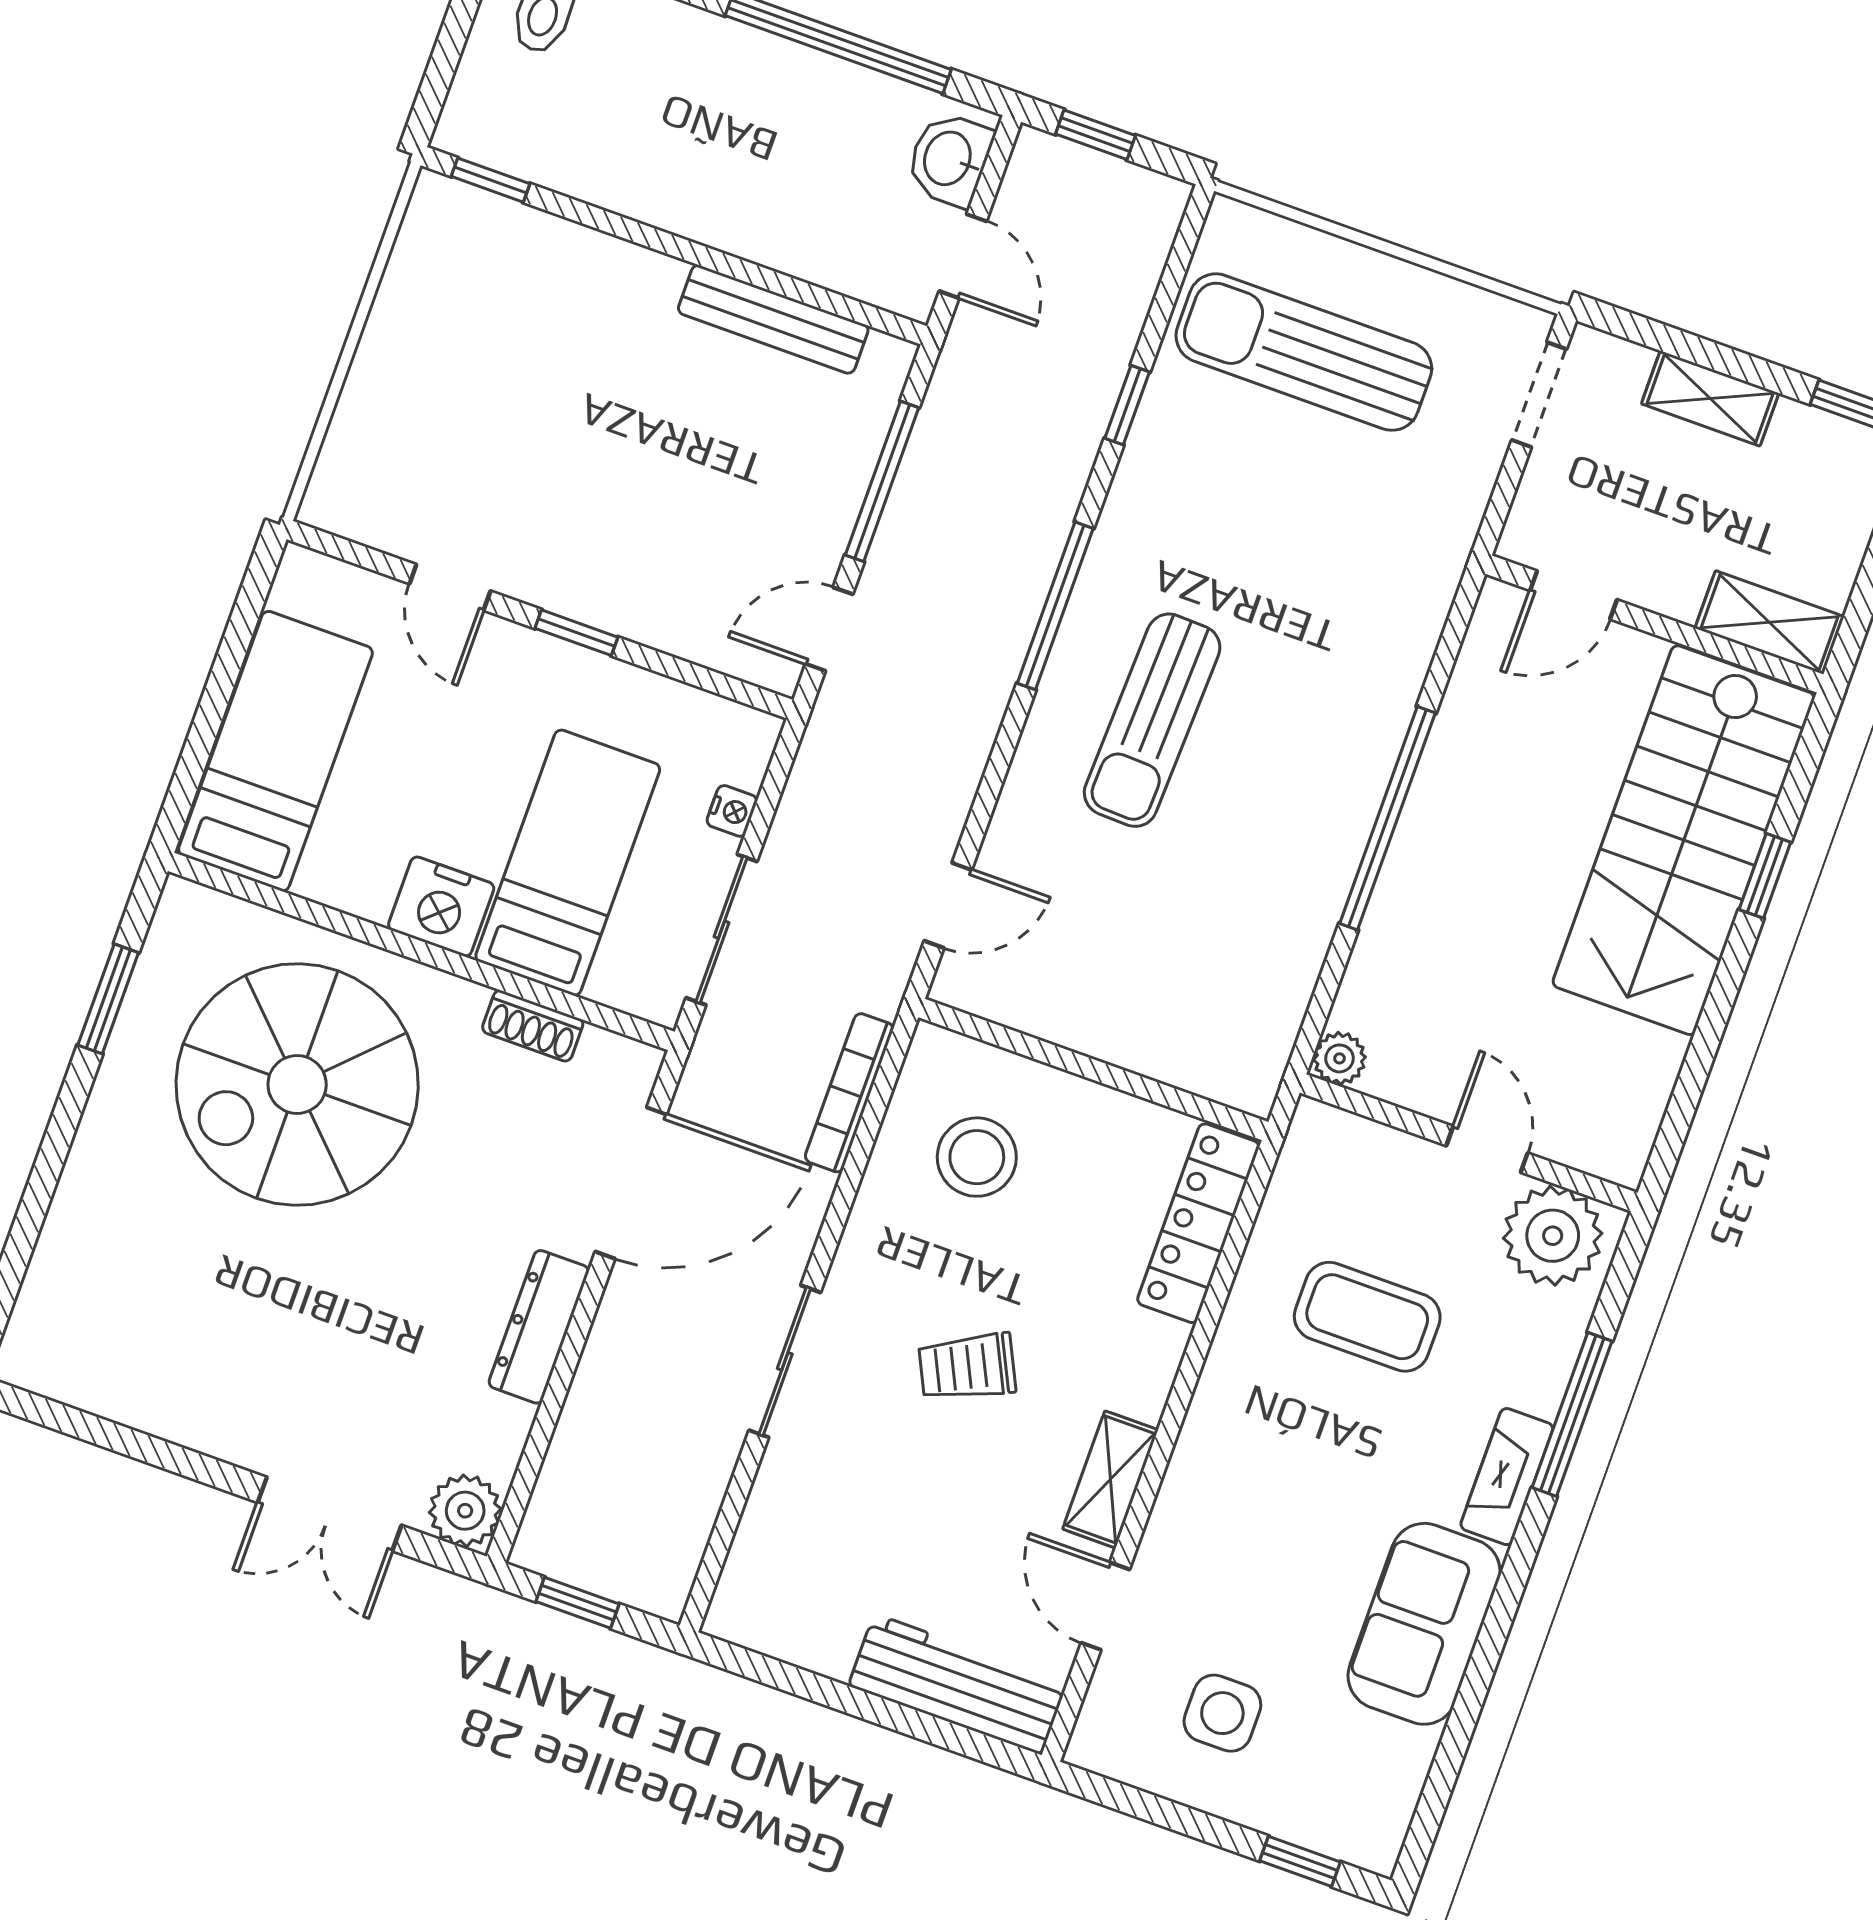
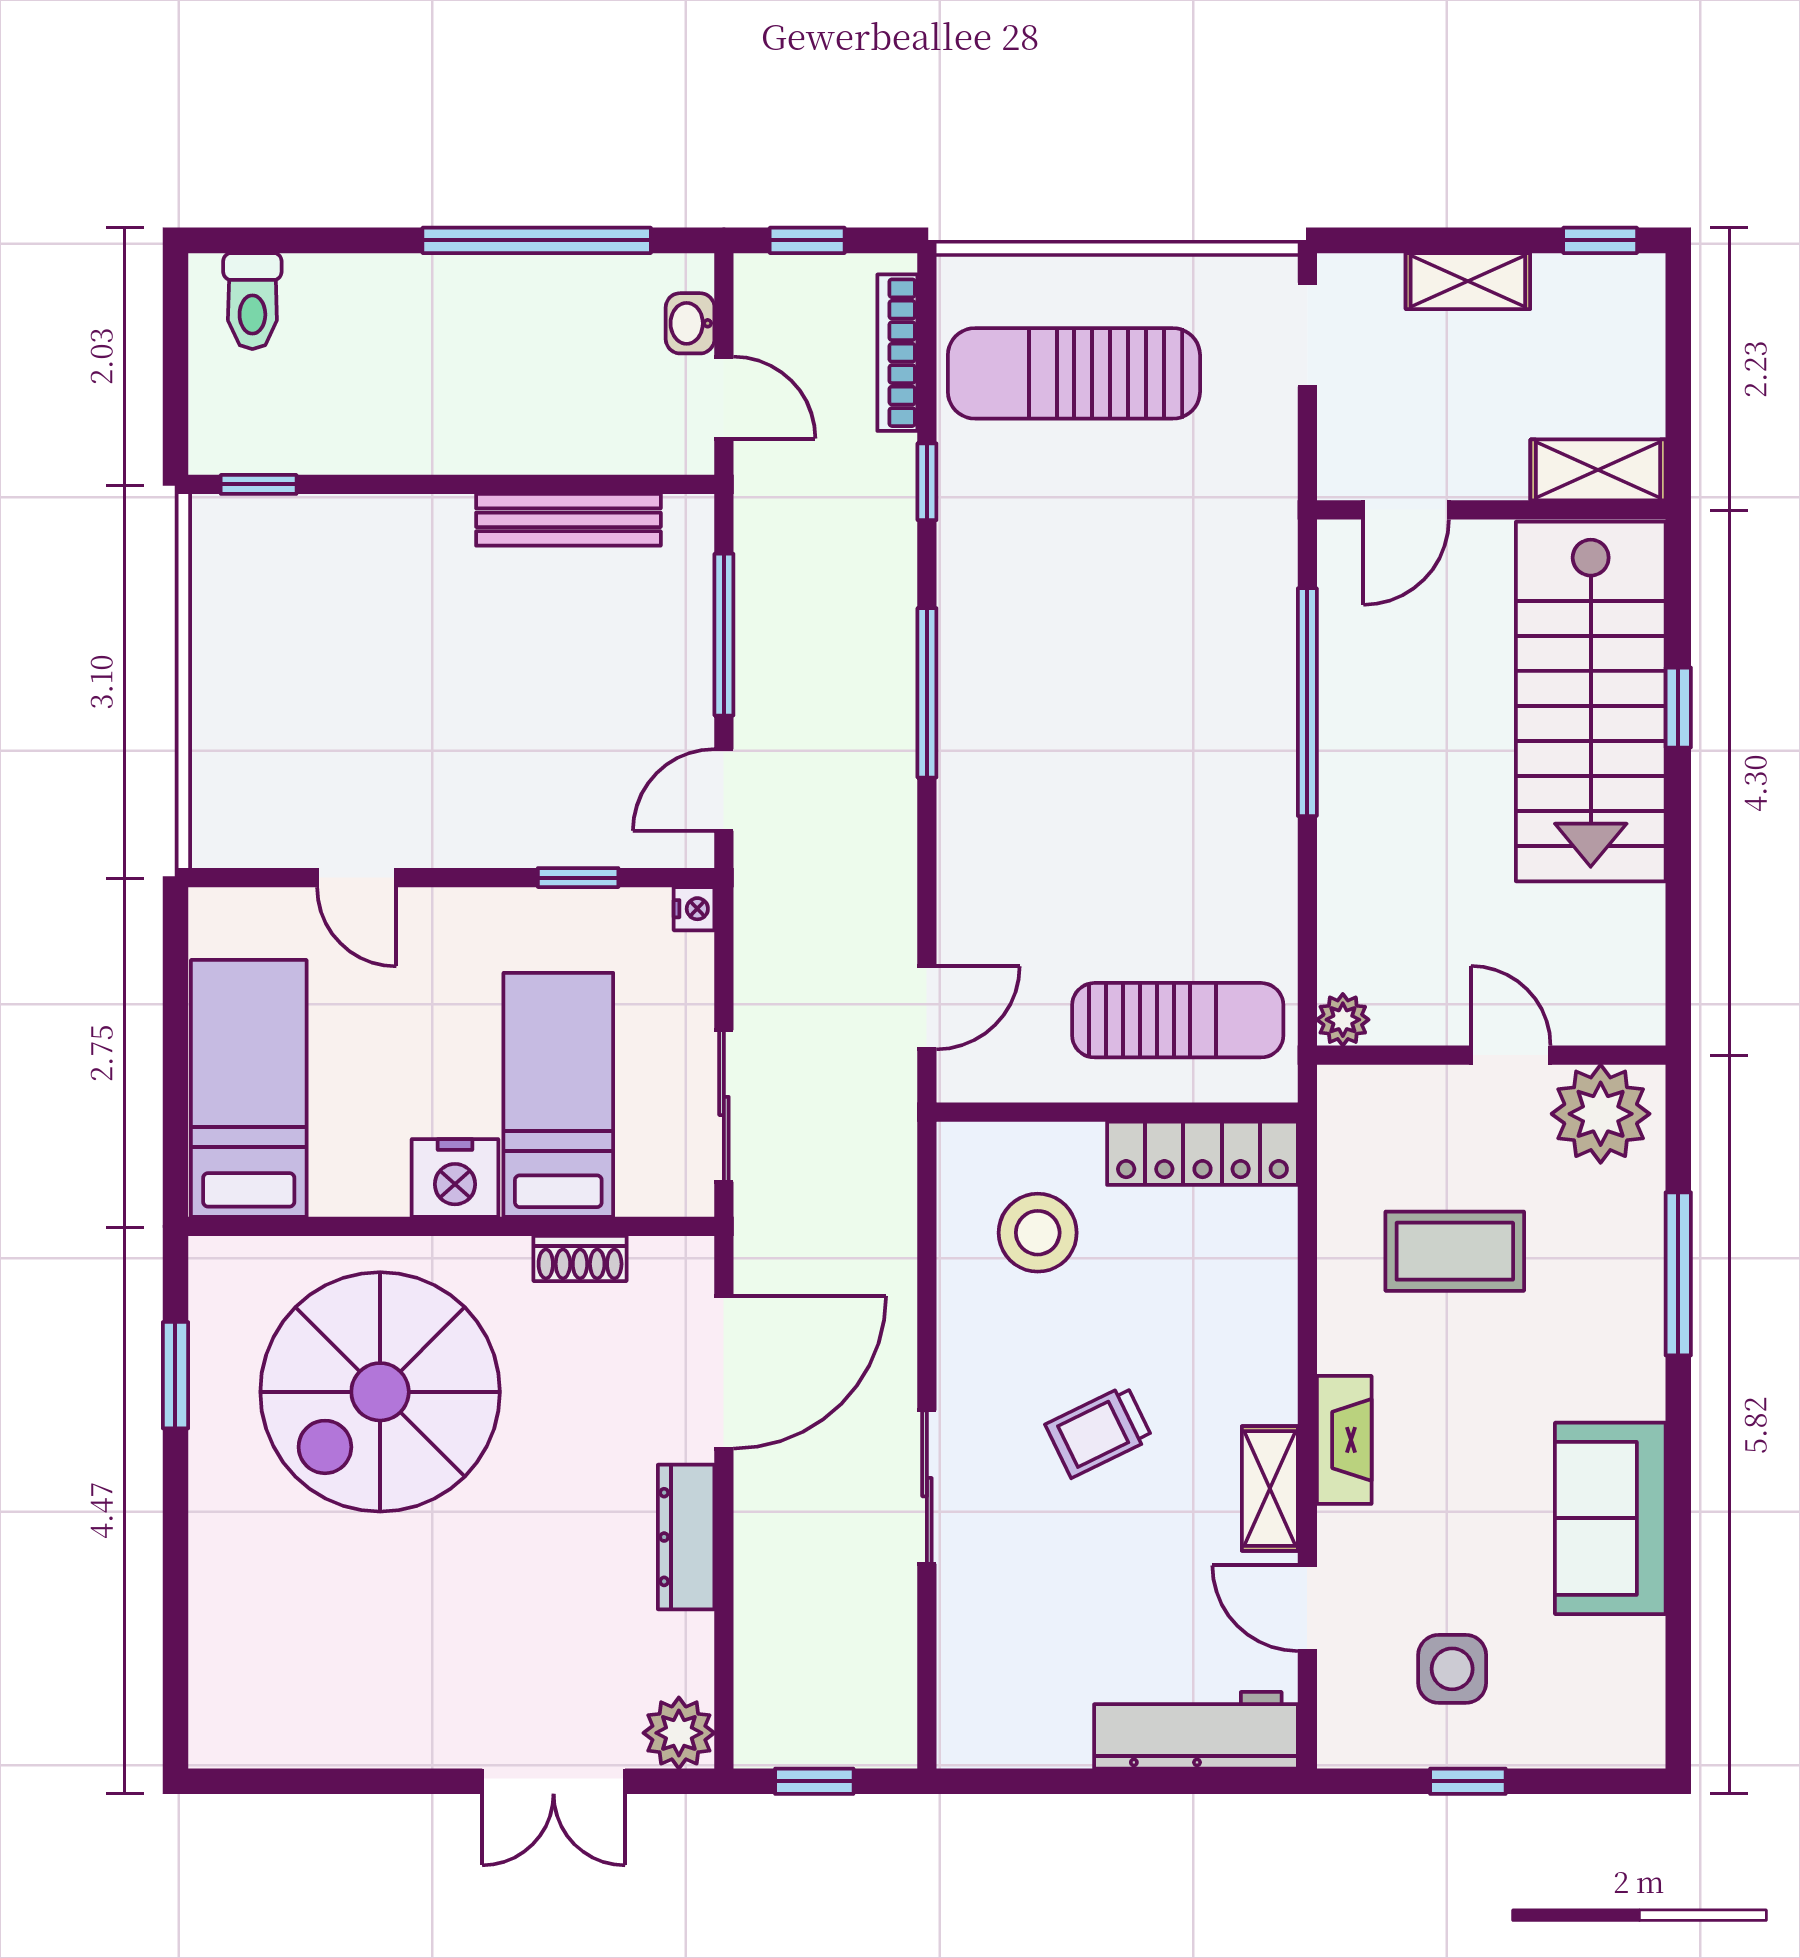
washbasin: (949, 159) -> (690, 323), width x0.72, depth x0.69
window: (576, 633) -> (578, 878), moved
sun lounger: (1152, 720) -> (1178, 1020), moved, turned -92
nightstand: (732, 811) -> (694, 909), moved
window: (1387, 818) -> (1307, 702), moved
bookcase: (849, 1093) -> (897, 353), moved
locker: (1198, 1223) -> (1202, 1153), moved, turned -90
fireplace: (1507, 1477) -> (1344, 1440), moved, turned 180
window: (1300, 1861) -> (1468, 1781), moved

